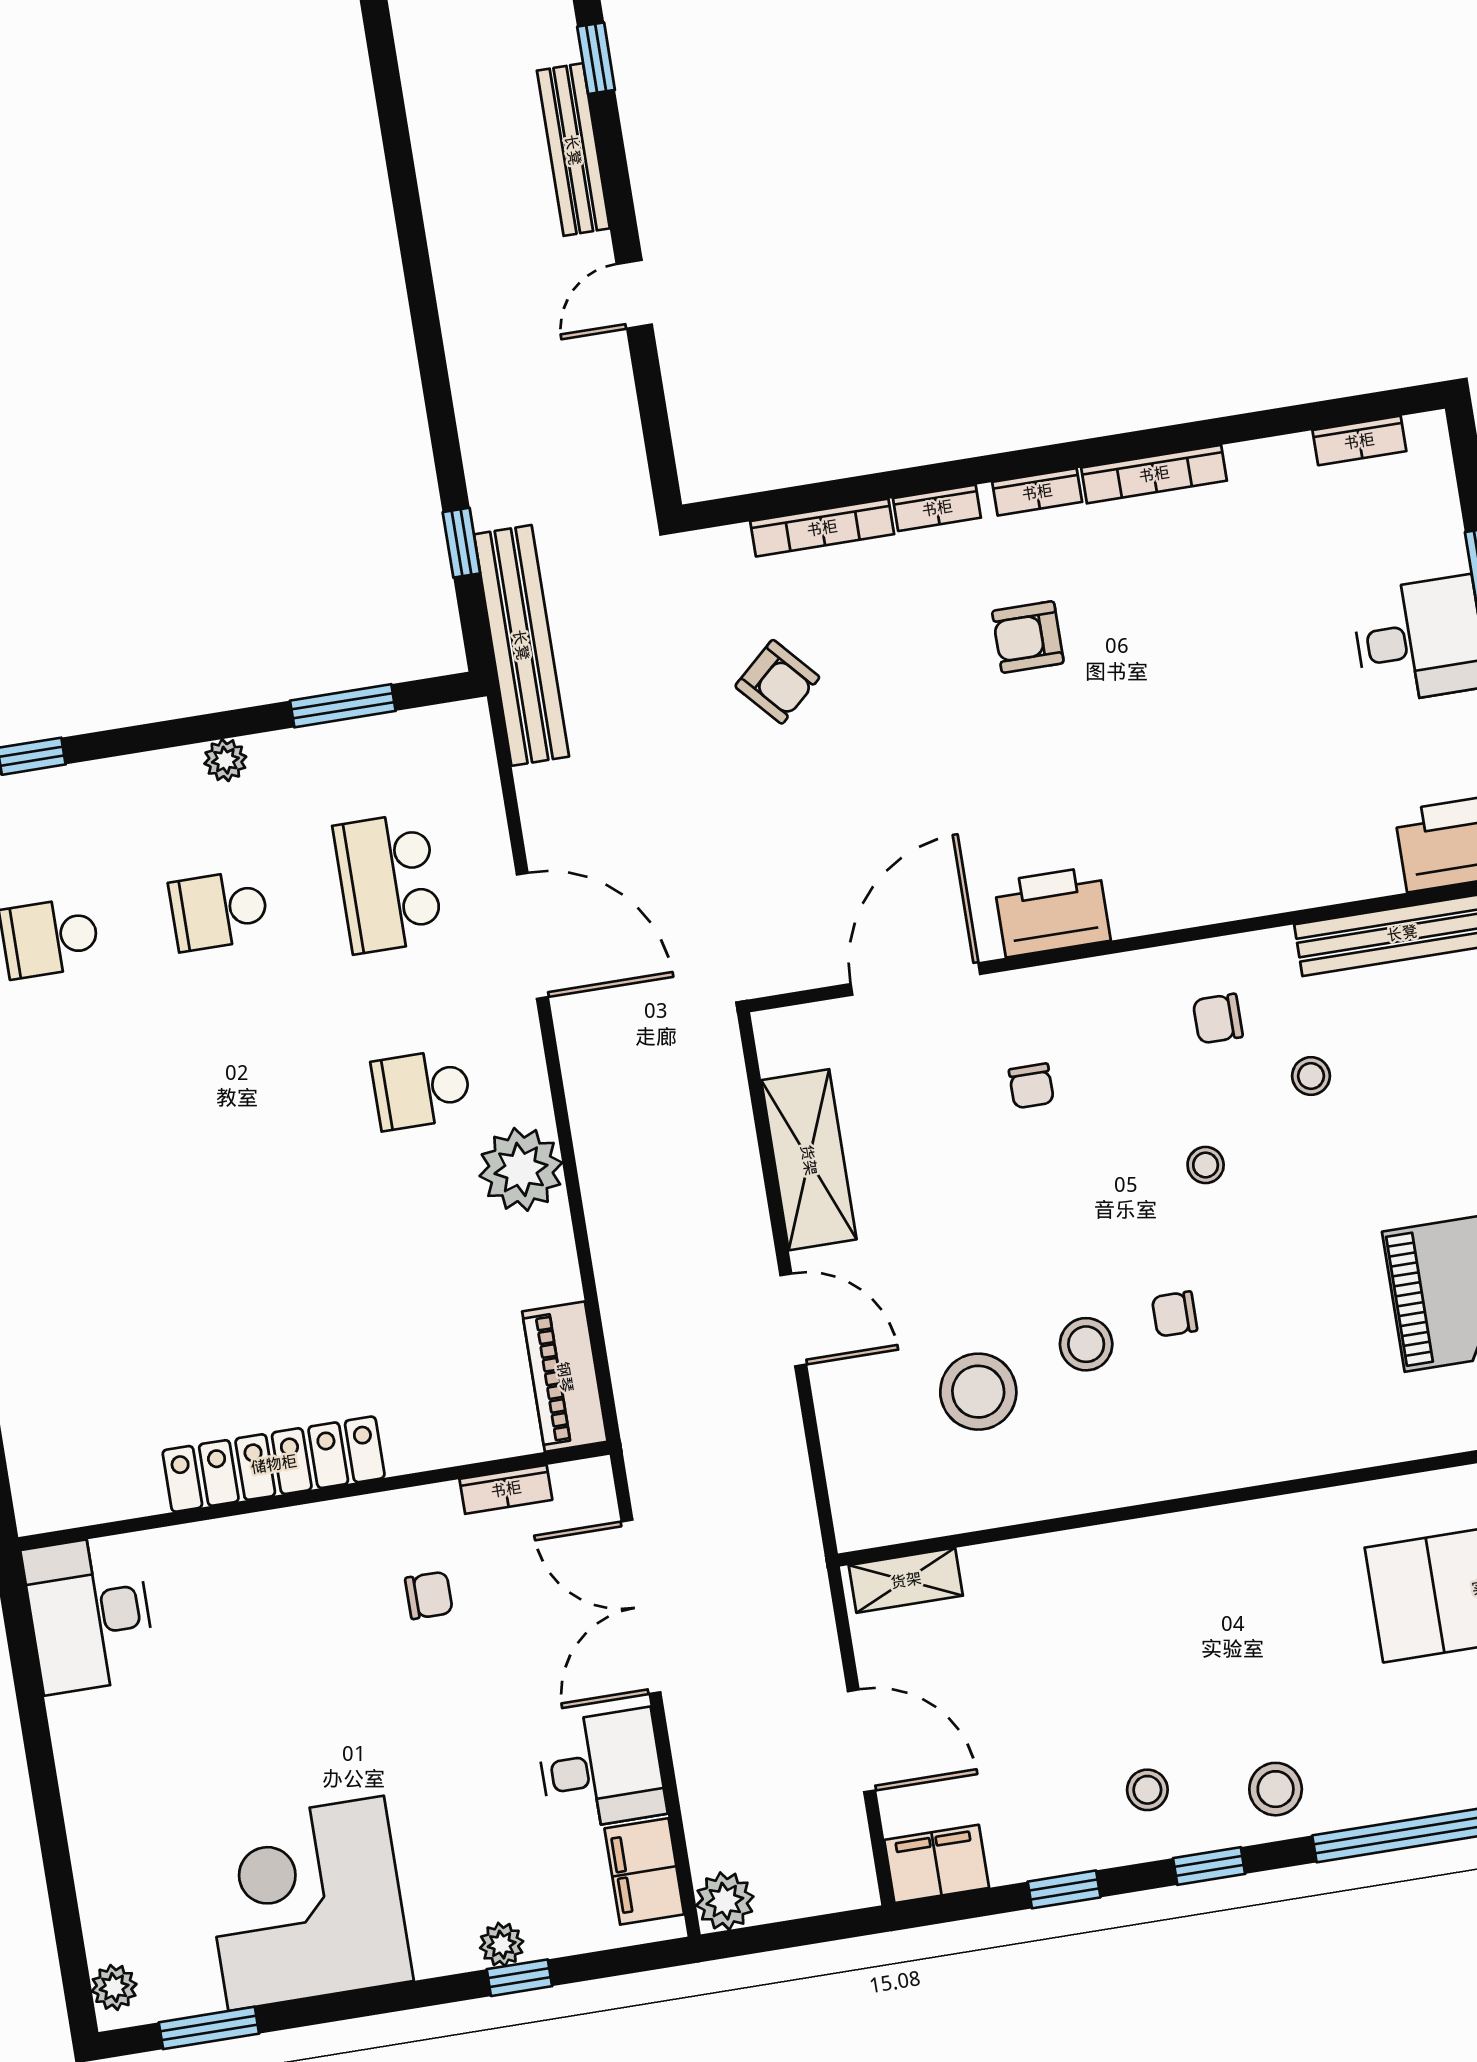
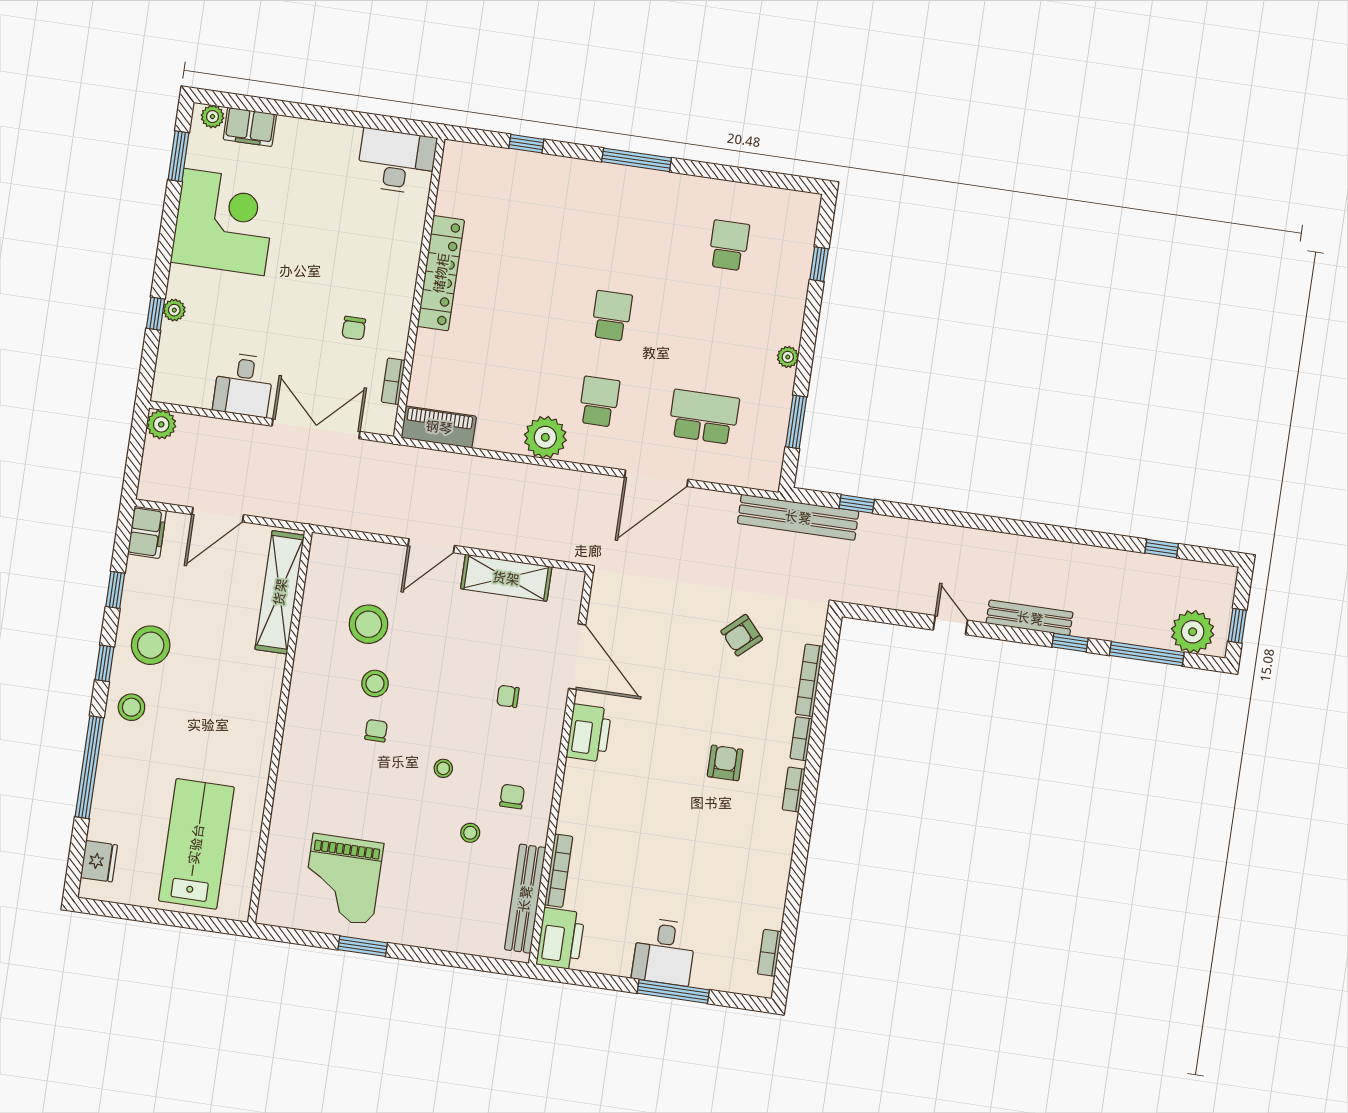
bookcase: (1154, 474) -> (559, 871), moved, turned 180
school desk: (219, 910) -> (612, 316), moved
shelving: (906, 1580) -> (280, 592), width x2.20, depth x1.33
stool: (1147, 1790) -> (151, 645), width x1.89, depth x1.89
filing cabinet: (644, 1871) -> (250, 127), moved, turned 180

